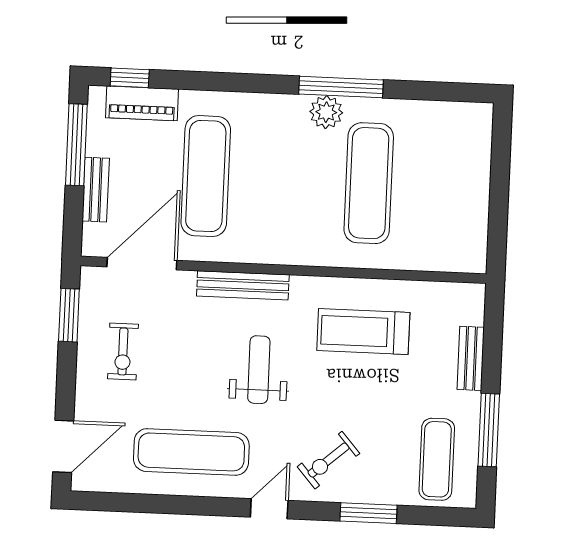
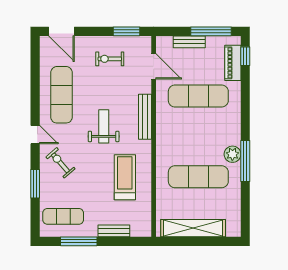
shelving: (472, 198) -> (193, 228), added
door: (142, 264) -> (154, 66), width x0.73
weight bench: (259, 370) -> (104, 126), turned -90

